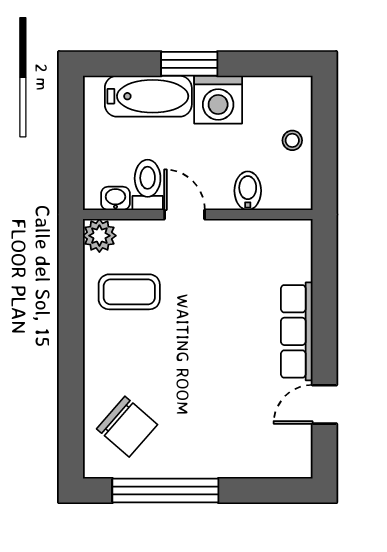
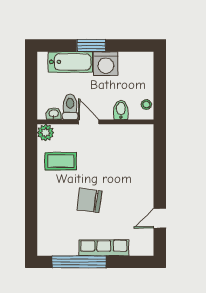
stool: (292, 140) -> (146, 105), moved
row of seats: (297, 331) -> (104, 248), moved, turned 90
chair: (127, 427) -> (89, 200), moved, turned 147

